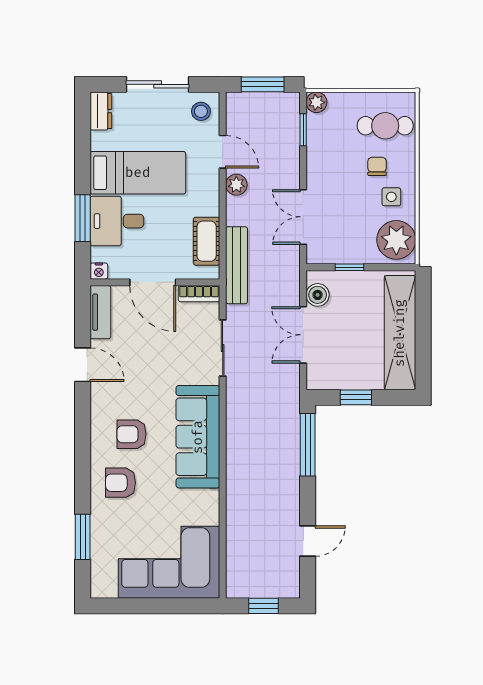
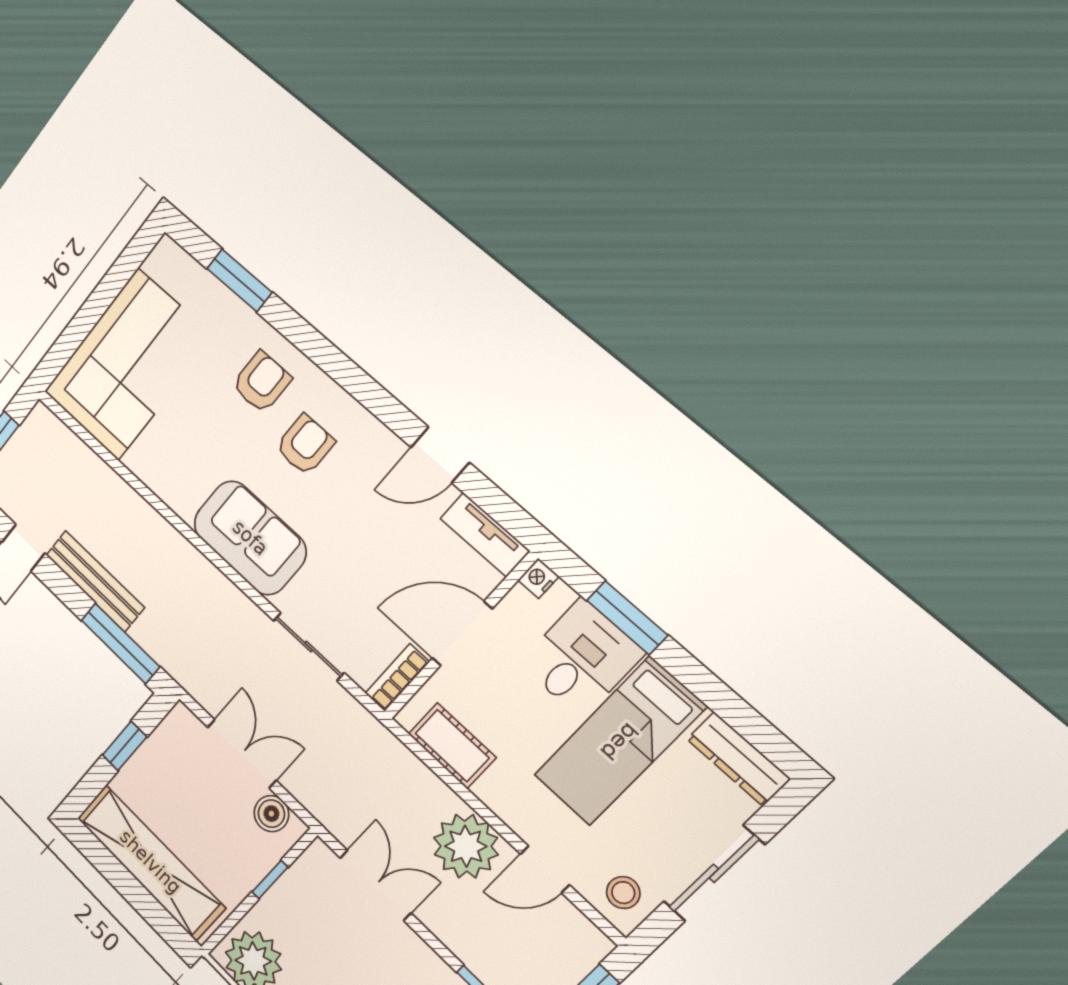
dresser: (101, 111) -> (738, 759), width x1.44
plant: (236, 185) -> (466, 846), width x1.88, depth x1.88
bench: (237, 265) -> (95, 581), moved
sofa: (198, 437) -> (250, 538), width x0.73

